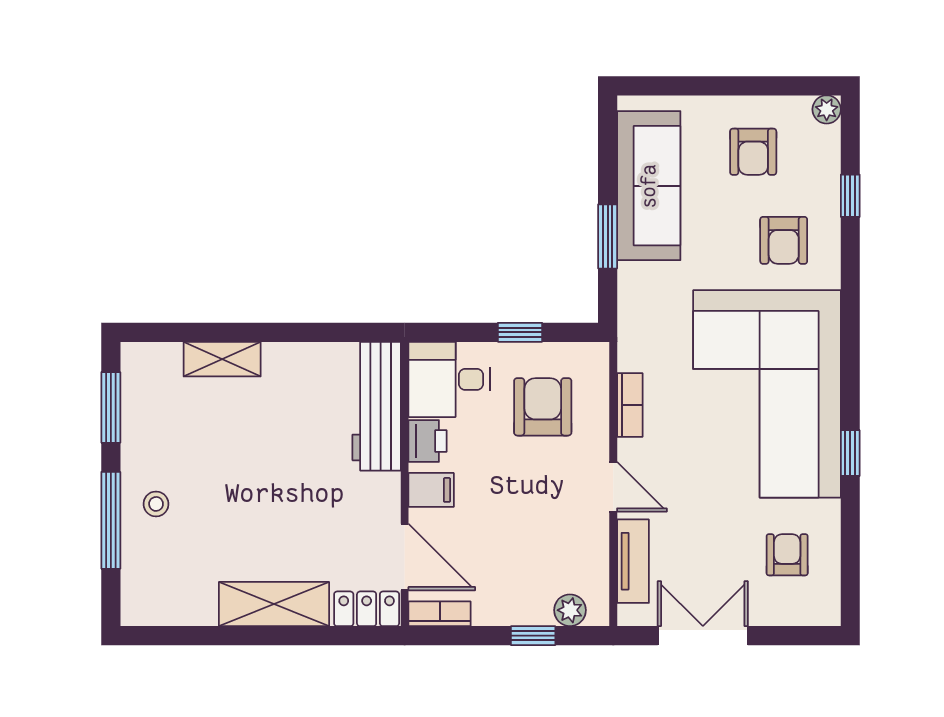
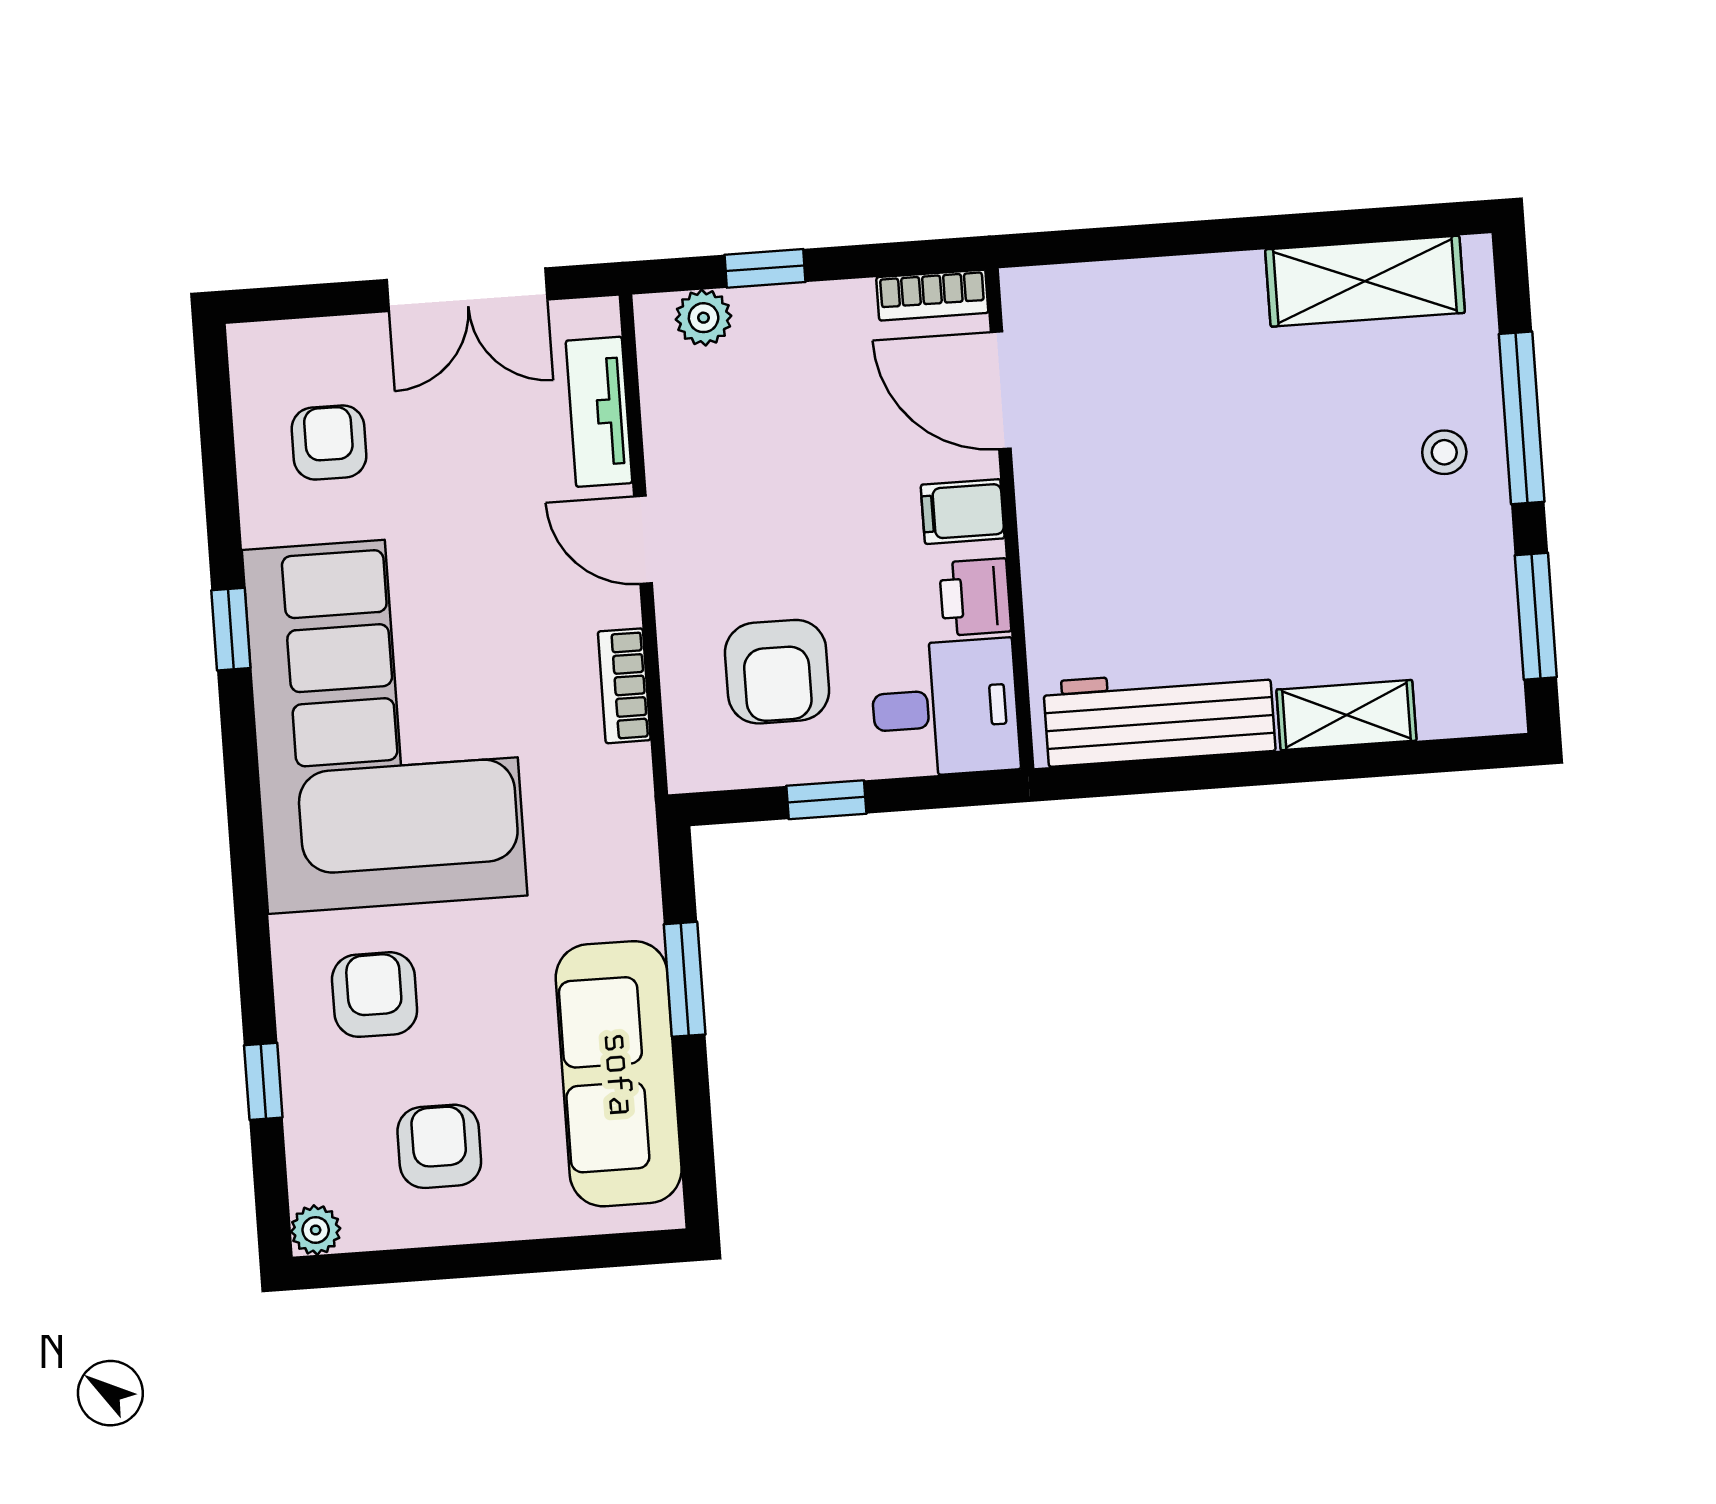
workbench: (377, 406) -> (1159, 716), moved, turned -90
armchair: (787, 555) -> (329, 442), turned 180
shelving: (274, 604) -> (1365, 281), moved
locker: (367, 609) -> (1061, 295), removed

